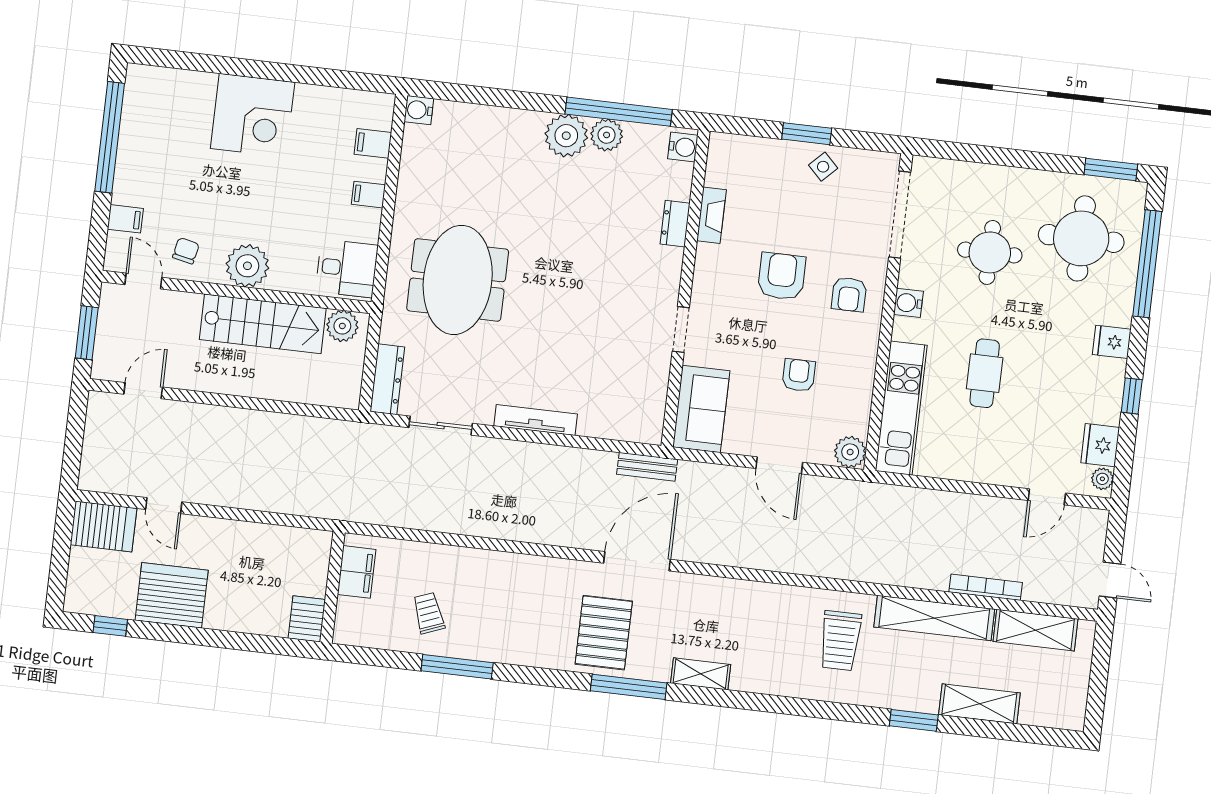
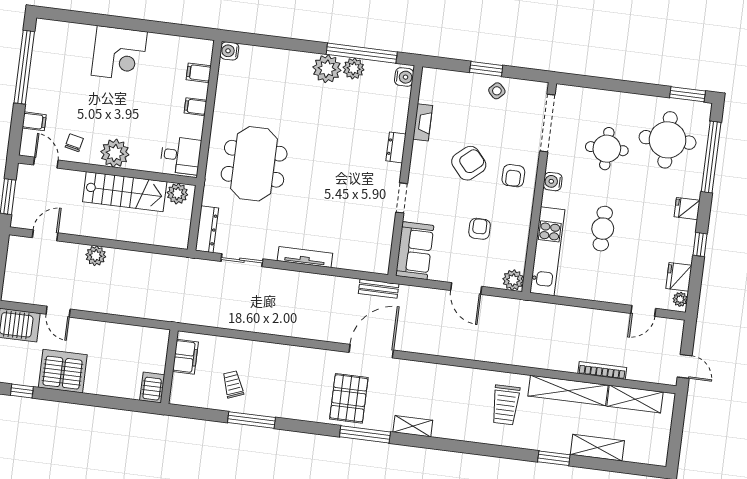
dresser: (675, 224) -> (396, 147), moved
armchair: (782, 276) -> (469, 163), turned 49
plant: (220, 421) -> (96, 256), added

